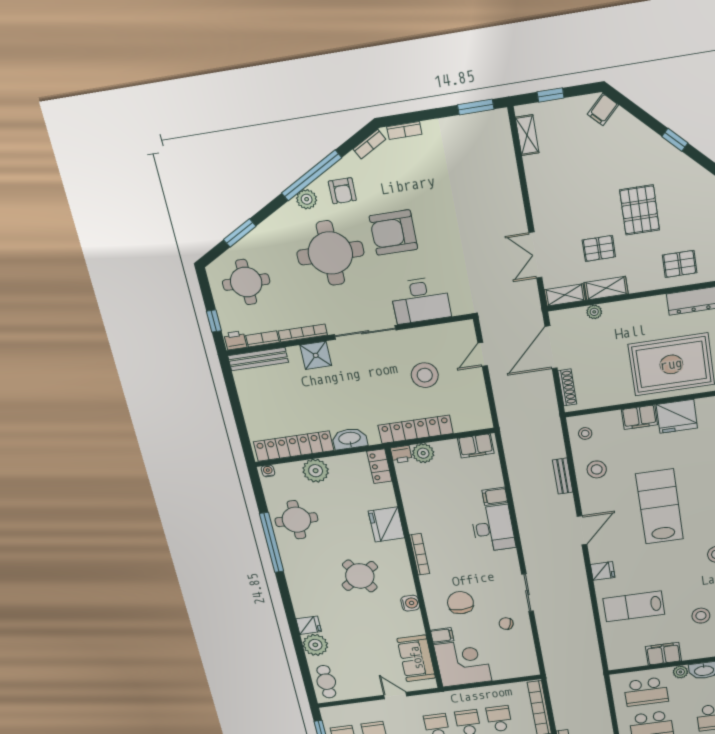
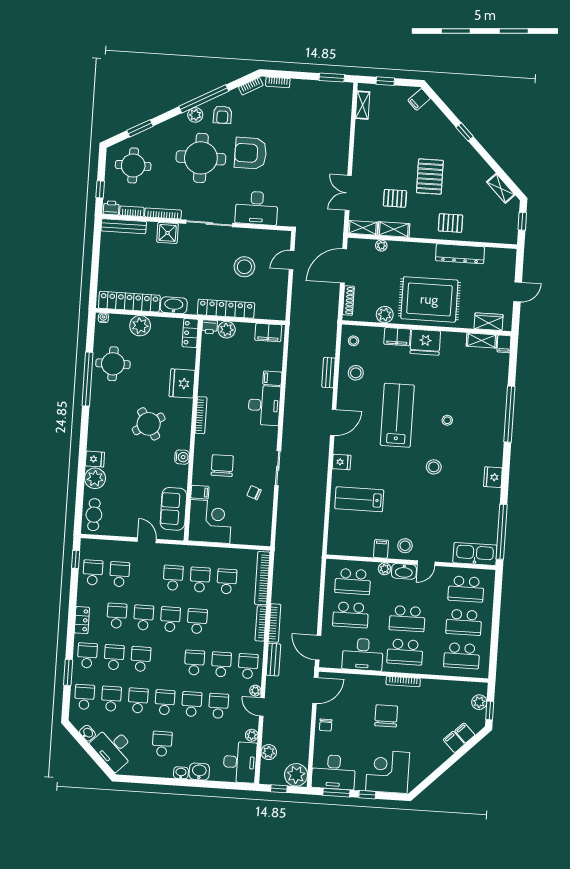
plant: (618, 394) -> (385, 315), added
stool: (701, 616) -> (405, 546), moved
filing cabinet: (663, 654) -> (381, 549), width x0.50

